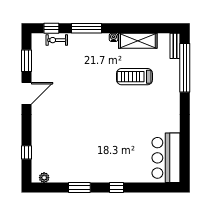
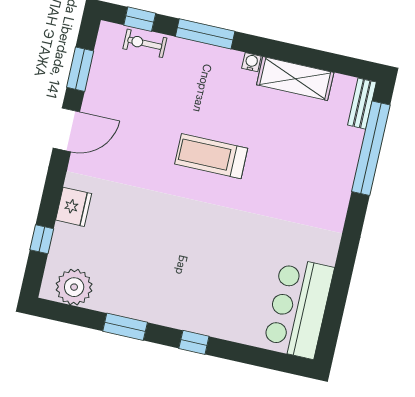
treadmill: (135, 77) -> (211, 156), moved
fridge: (39, 132) -> (74, 207), added
plant: (44, 178) -> (74, 287), width x1.88, depth x1.88

